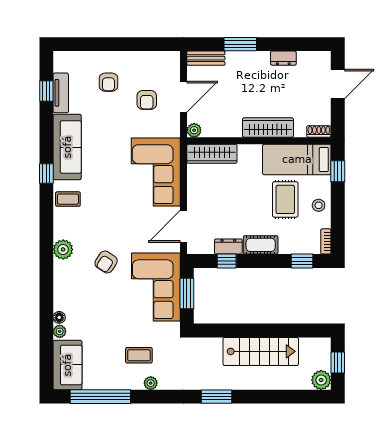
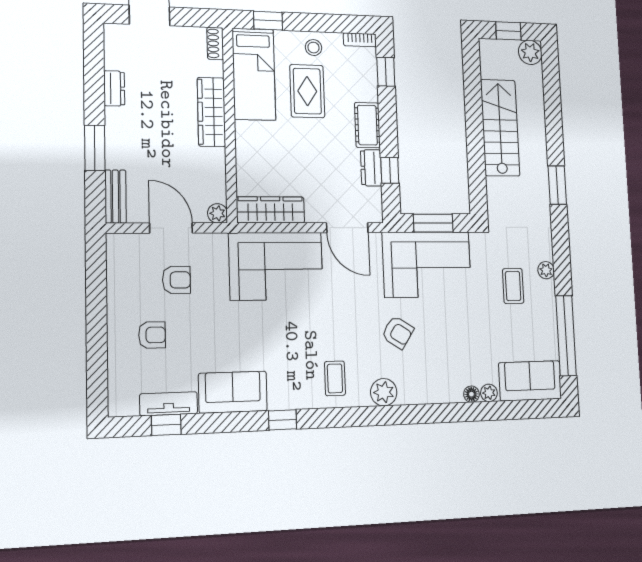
sofa: (67, 147) -> (233, 392), width x0.73
wardrobe: (212, 154) -> (270, 210), moved, turned -90
coffee table: (68, 199) -> (335, 378), moved
rug: (285, 199) -> (307, 91), turned 90

